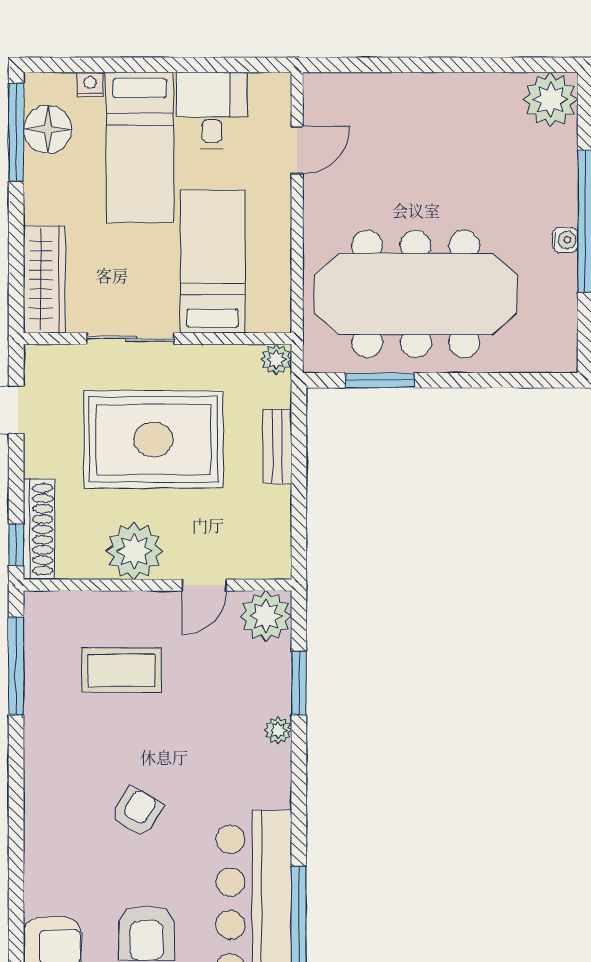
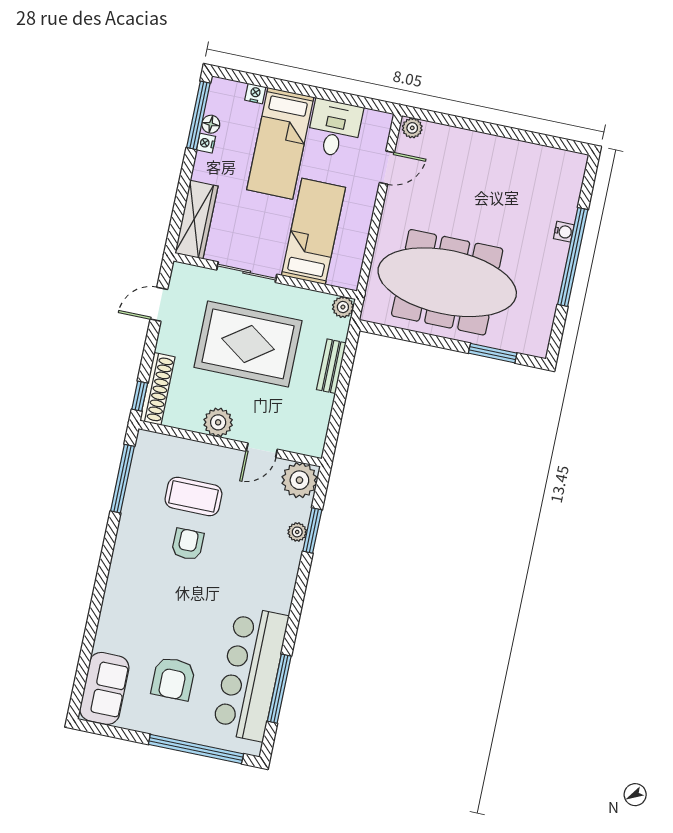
plant: (551, 100) -> (412, 128), moved, width x0.53, depth x0.53
floor lamp: (48, 129) -> (211, 124), width x0.53, depth x0.53
nightstand: (35, 169) -> (206, 143), added
water cooler: (565, 240) -> (564, 232), moved
window: (380, 380) -> (493, 353), moved
plant: (134, 551) -> (218, 422), width x0.73, depth x0.73
plant: (278, 730) -> (297, 532), moved
armchair: (137, 812) -> (188, 544), moved, turned -31

